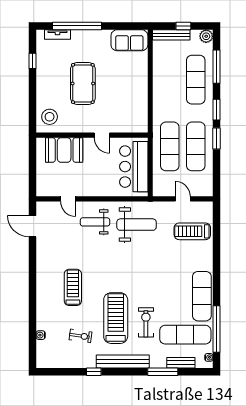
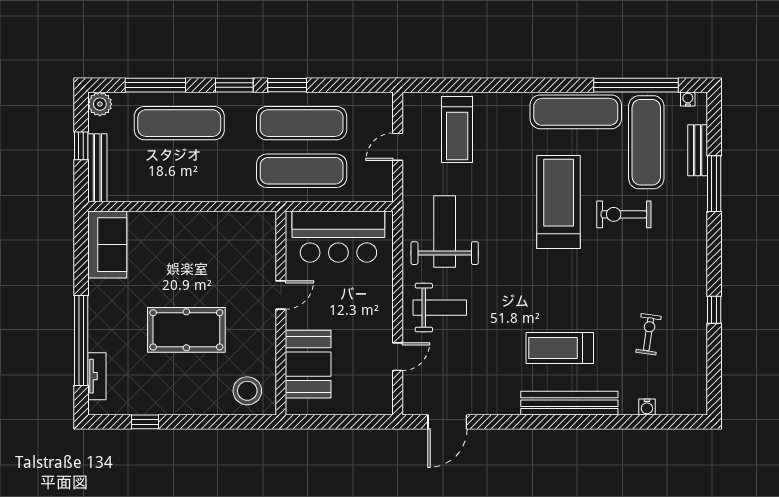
weight bench: (95, 222) -> (440, 308), turned -90
treadmill: (116, 318) -> (559, 202), moved, turned 90
bench: (123, 362) -> (569, 403), moved, turned 90

